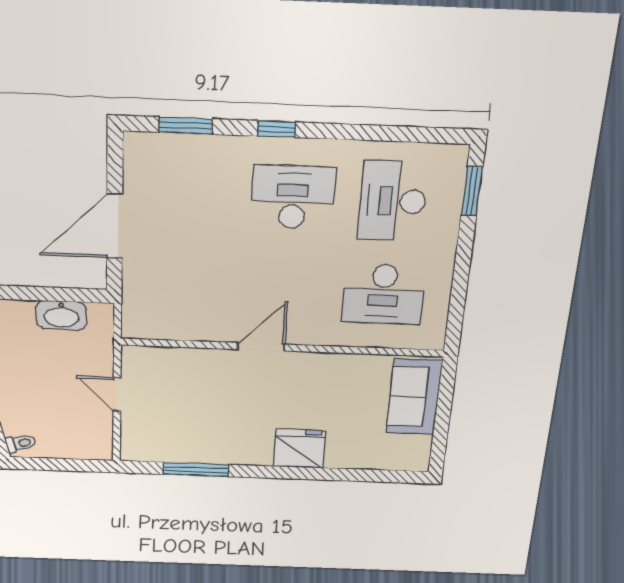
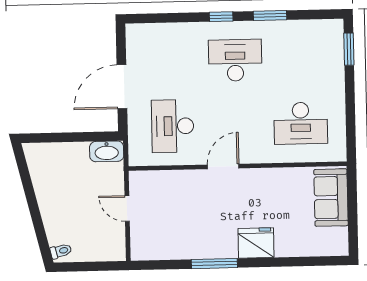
window: (186, 126) -> (270, 16), moved
desk: (393, 201) -> (173, 126), moved
washbasin: (61, 315) -> (107, 151), moved
window: (196, 469) -> (214, 264), moved

